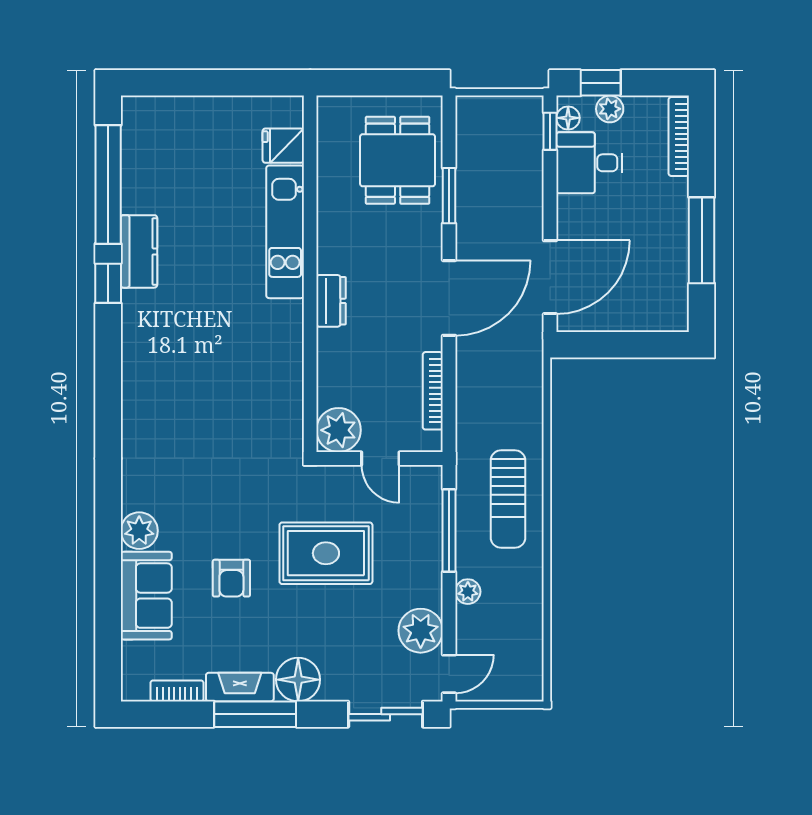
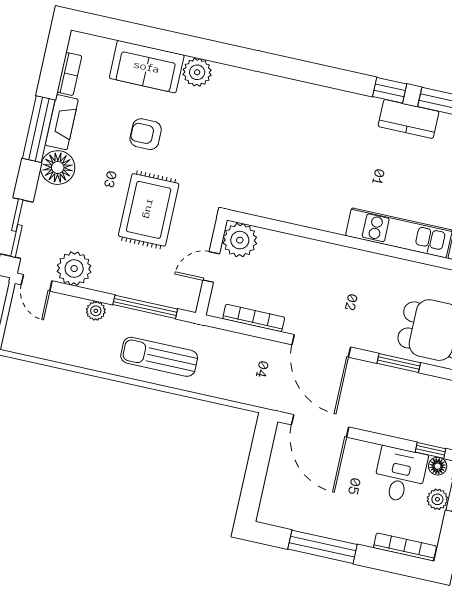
dresser: (331, 301) -> (339, 256), removed

